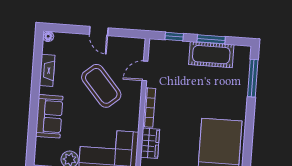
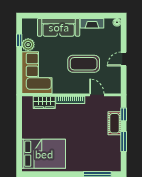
cot: (211, 55) -> (115, 123), moved, width x0.73, depth x0.75
coffee table: (101, 86) -> (84, 64), turned 41
sofa: (49, 116) -> (59, 27), width x1.36

